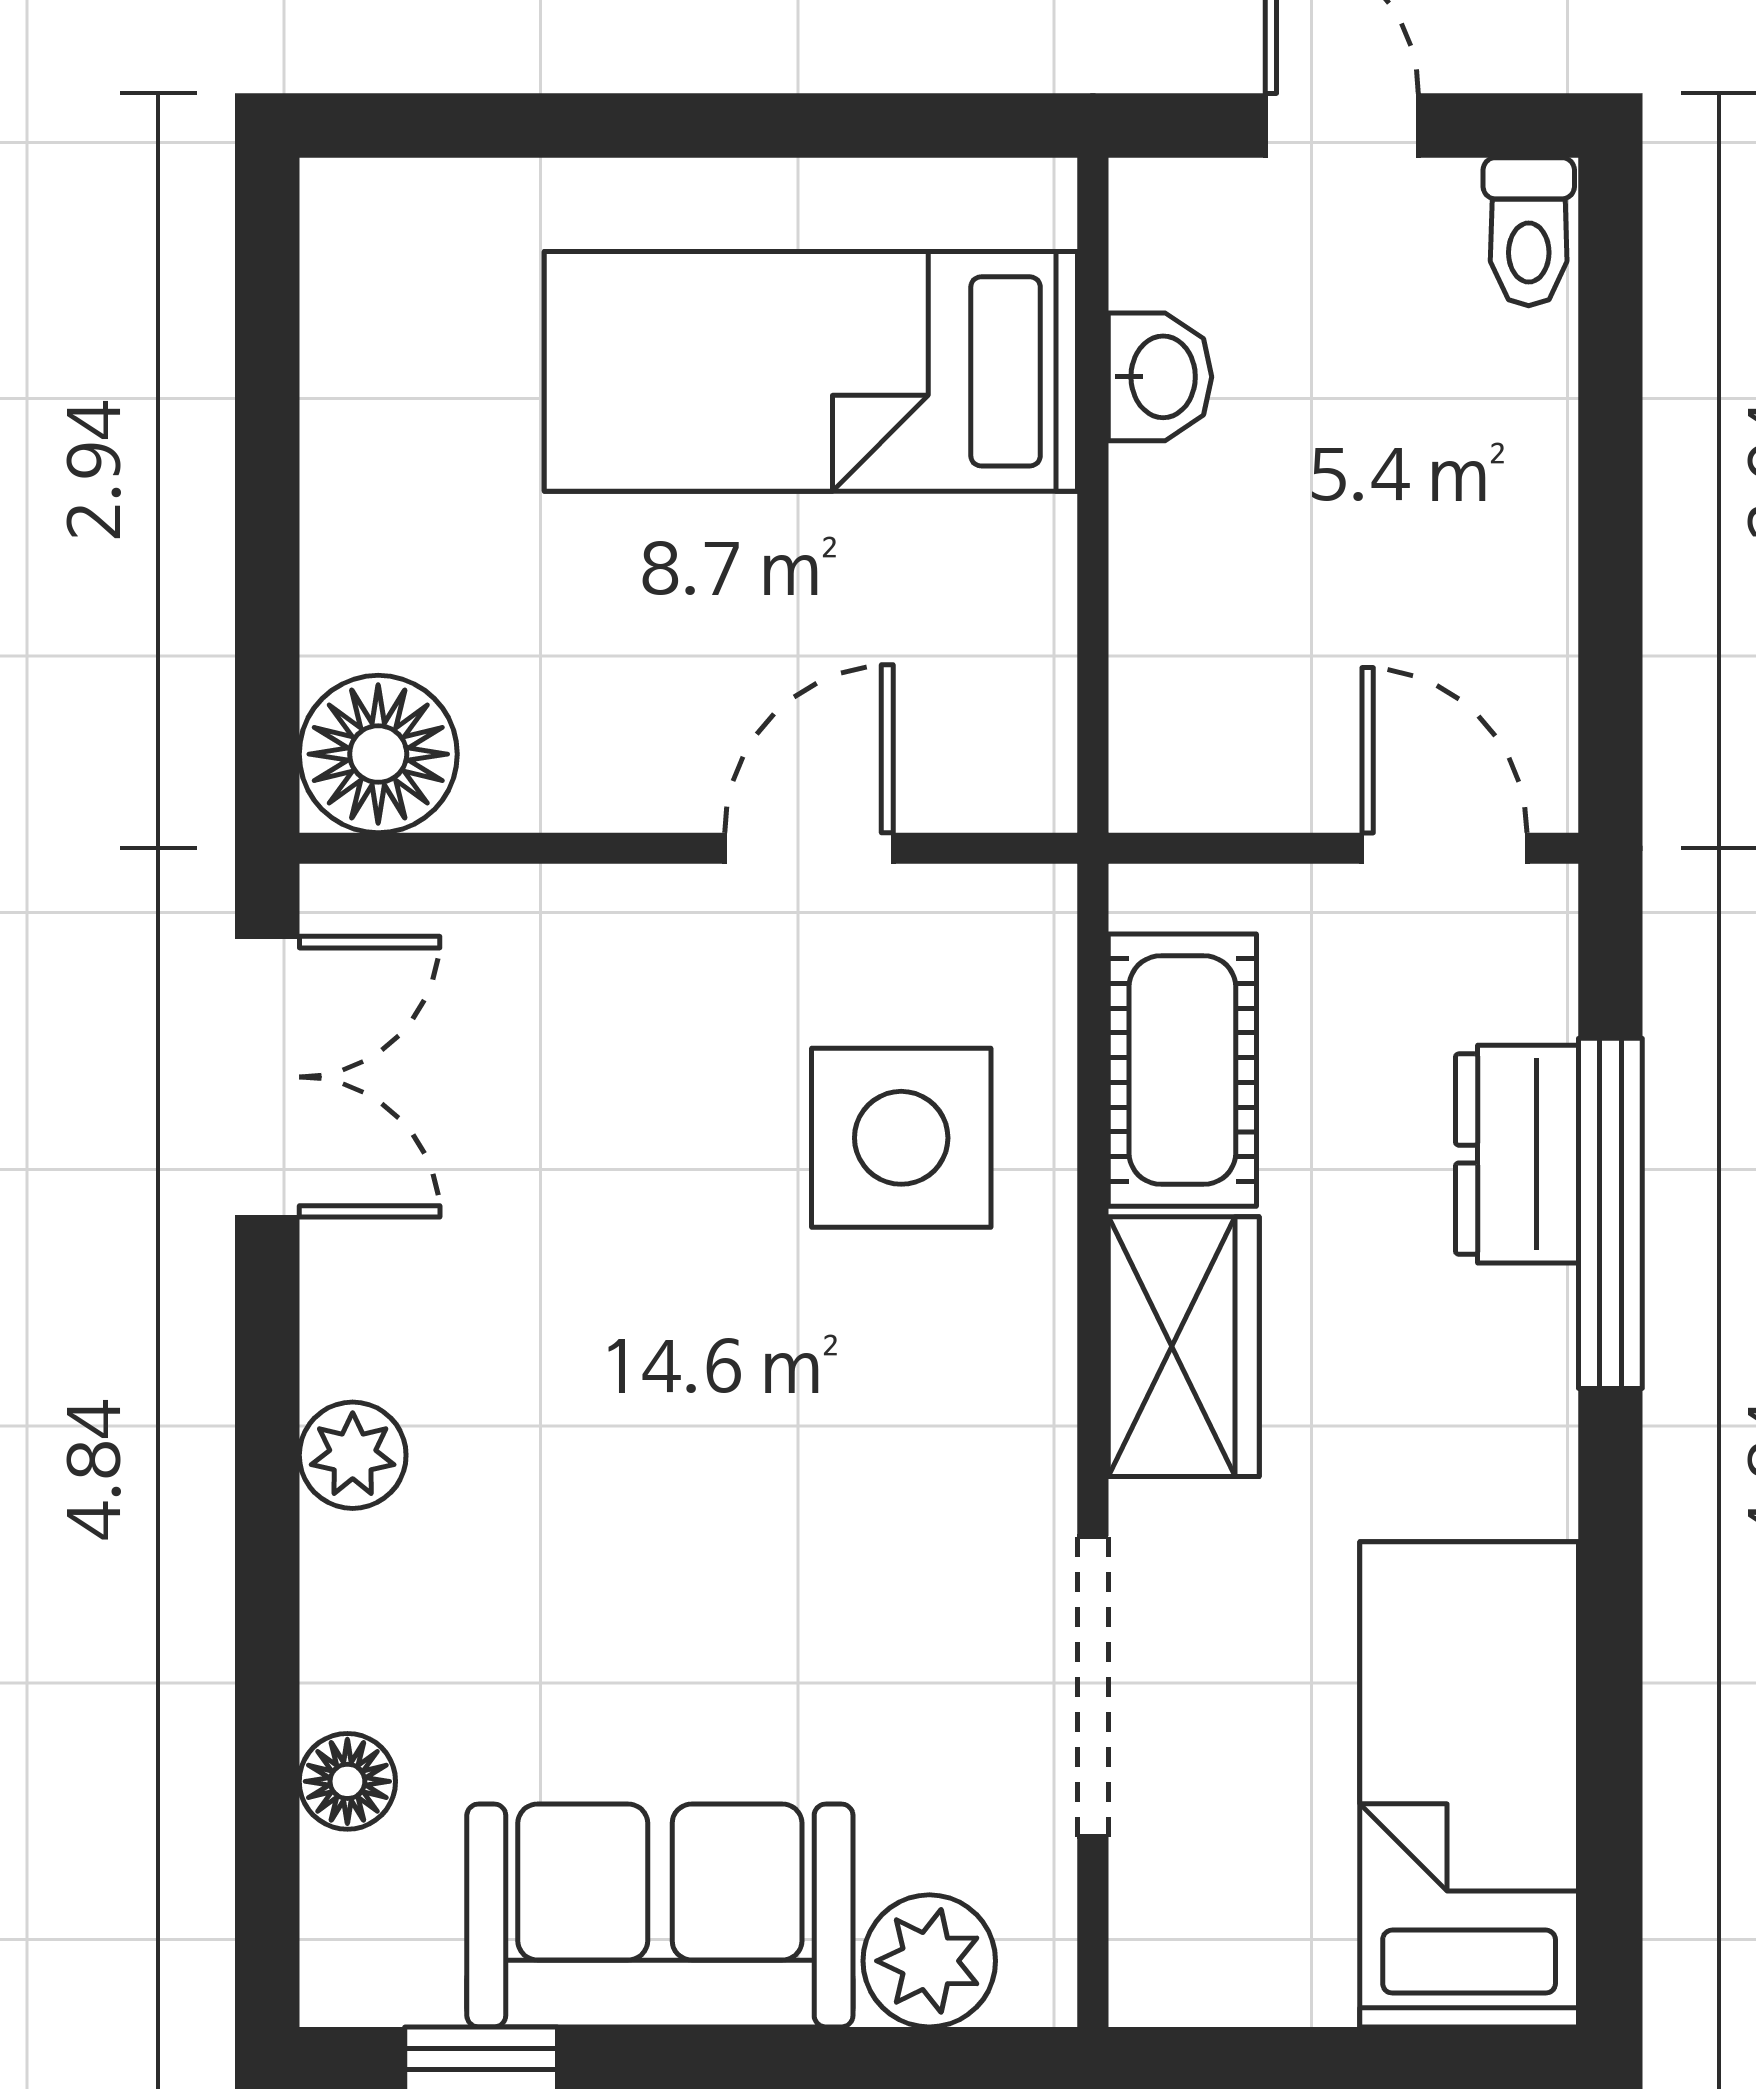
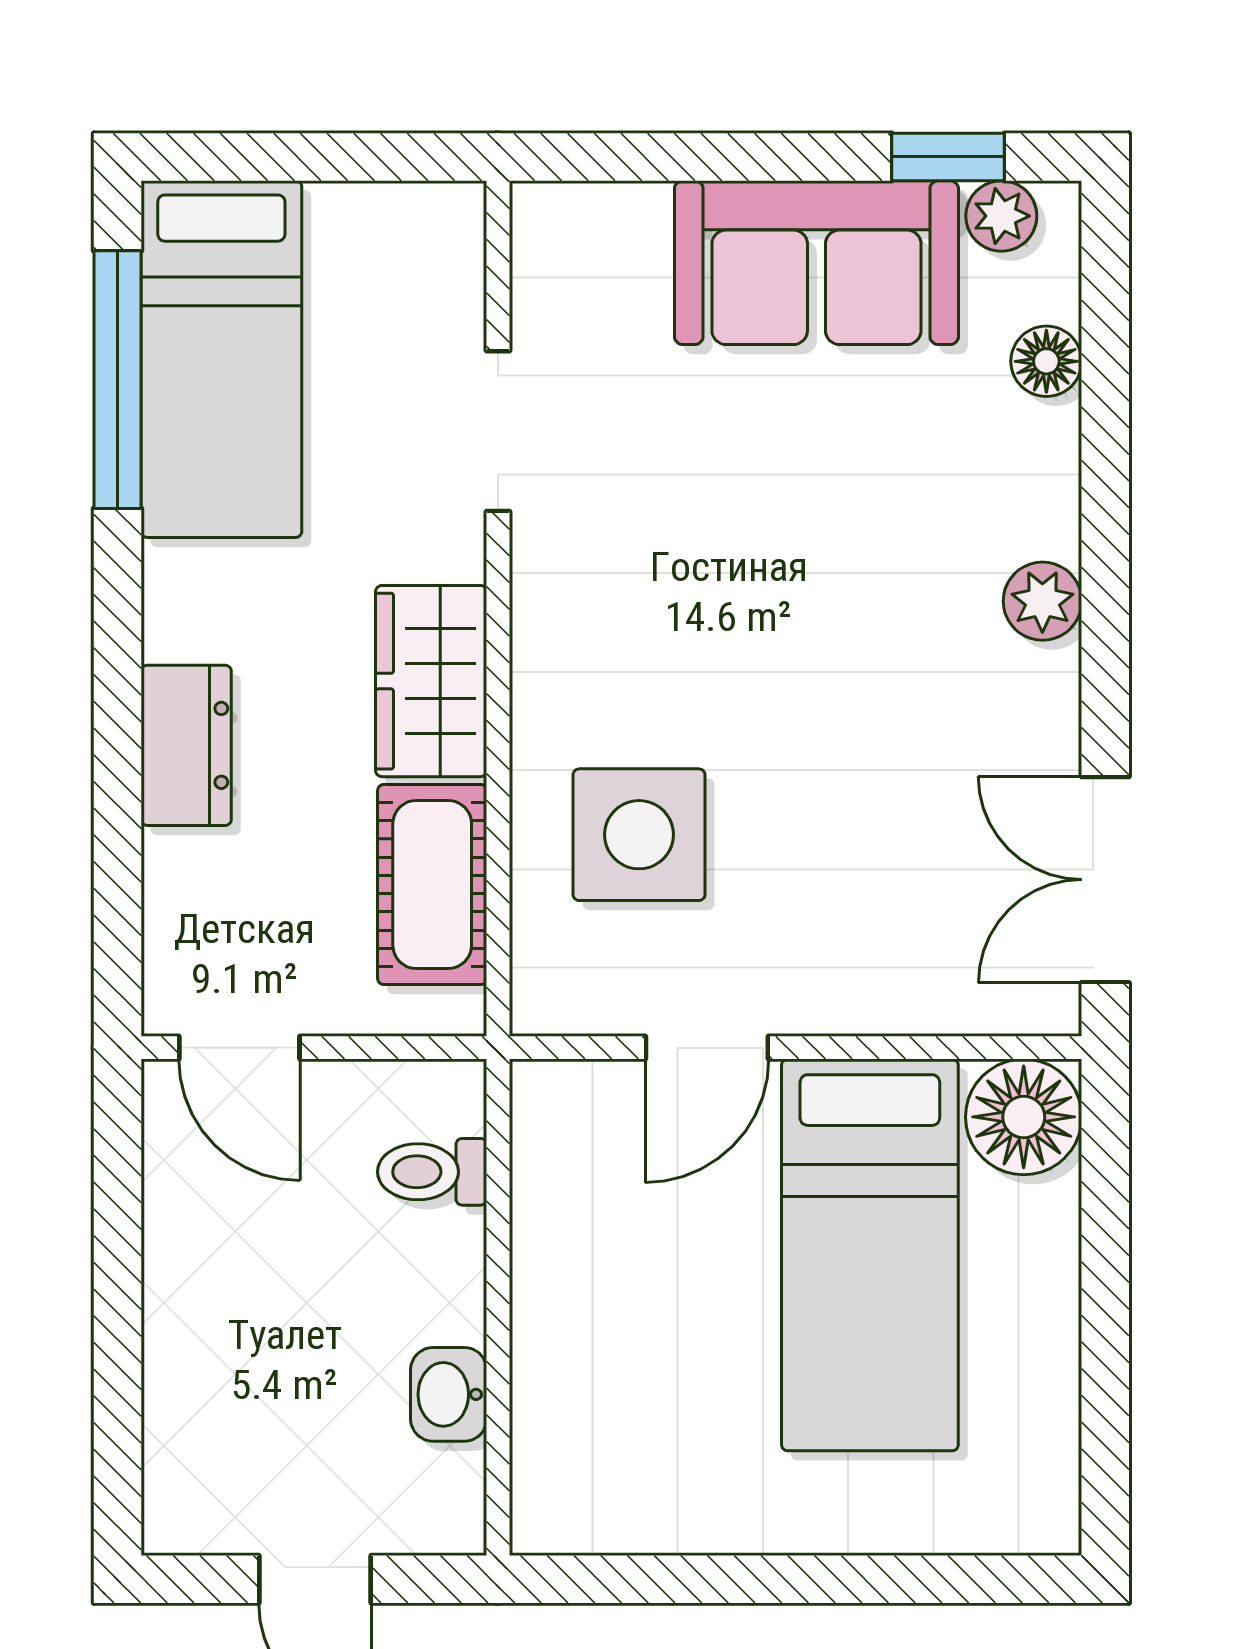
toilet: (1529, 232) -> (432, 1172), moved, turned -90
bed: (811, 371) -> (870, 1255), moved, turned 90
dresser: (1517, 1154) -> (186, 745), moved
window: (1610, 1213) -> (117, 380), moved
doorway: (1093, 1687) -> (498, 431), width x0.73
plant: (929, 1961) -> (1001, 216), moved, width x0.73, depth x0.73

